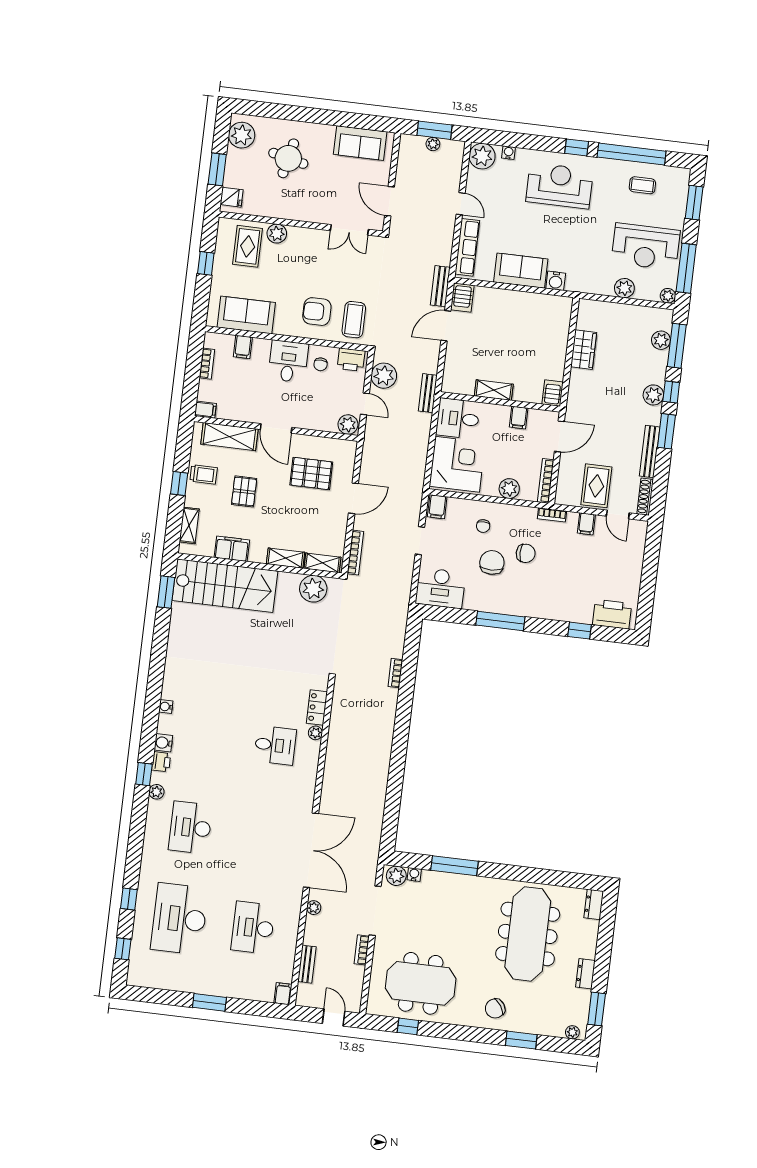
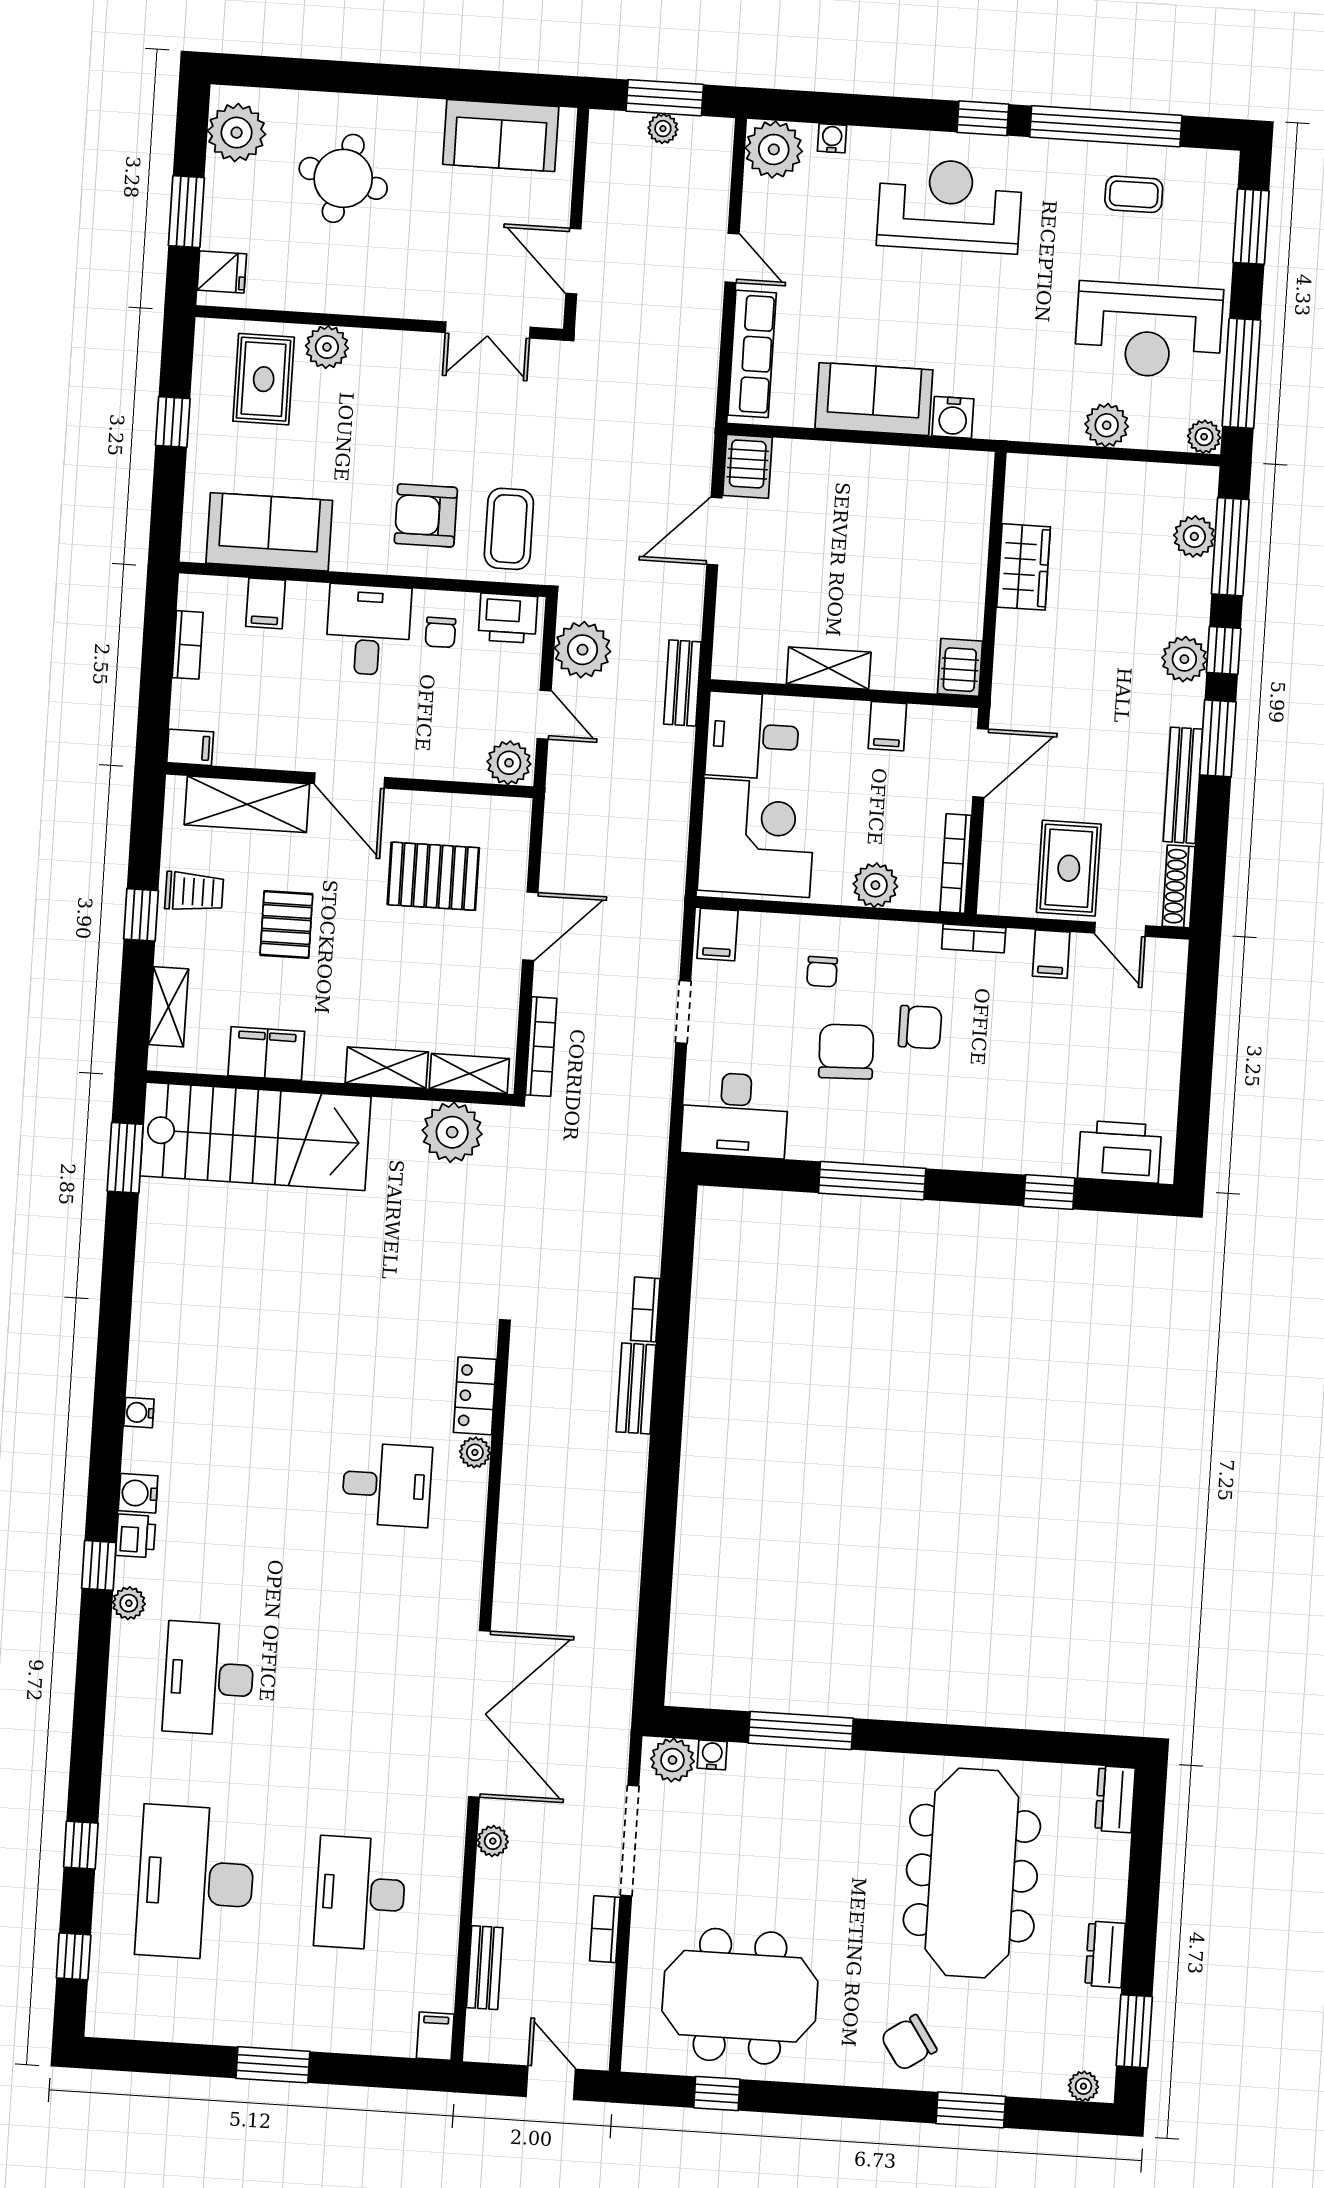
bench: (440, 286) -> (636, 1388), moved

